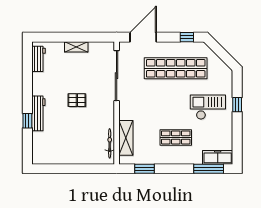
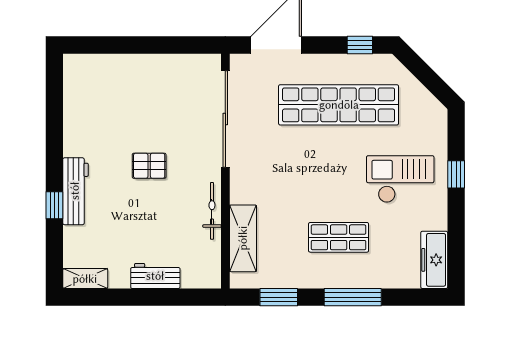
shelving: (76, 47) -> (85, 279), moved
workbench: (38, 59) -> (155, 276), moved, turned -90
bicycle: (110, 143) -> (212, 211), moved
freezer: (218, 157) -> (434, 260), moved, turned -90
window: (209, 169) -> (353, 297), moved

